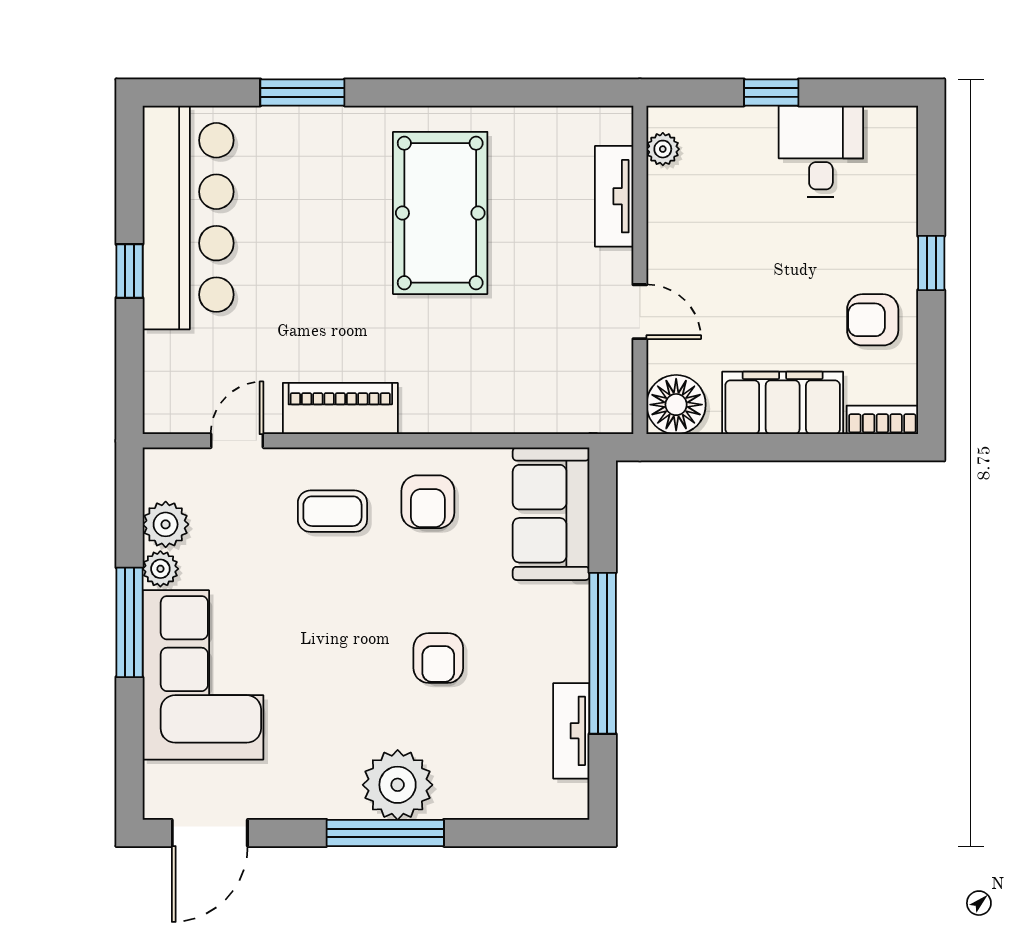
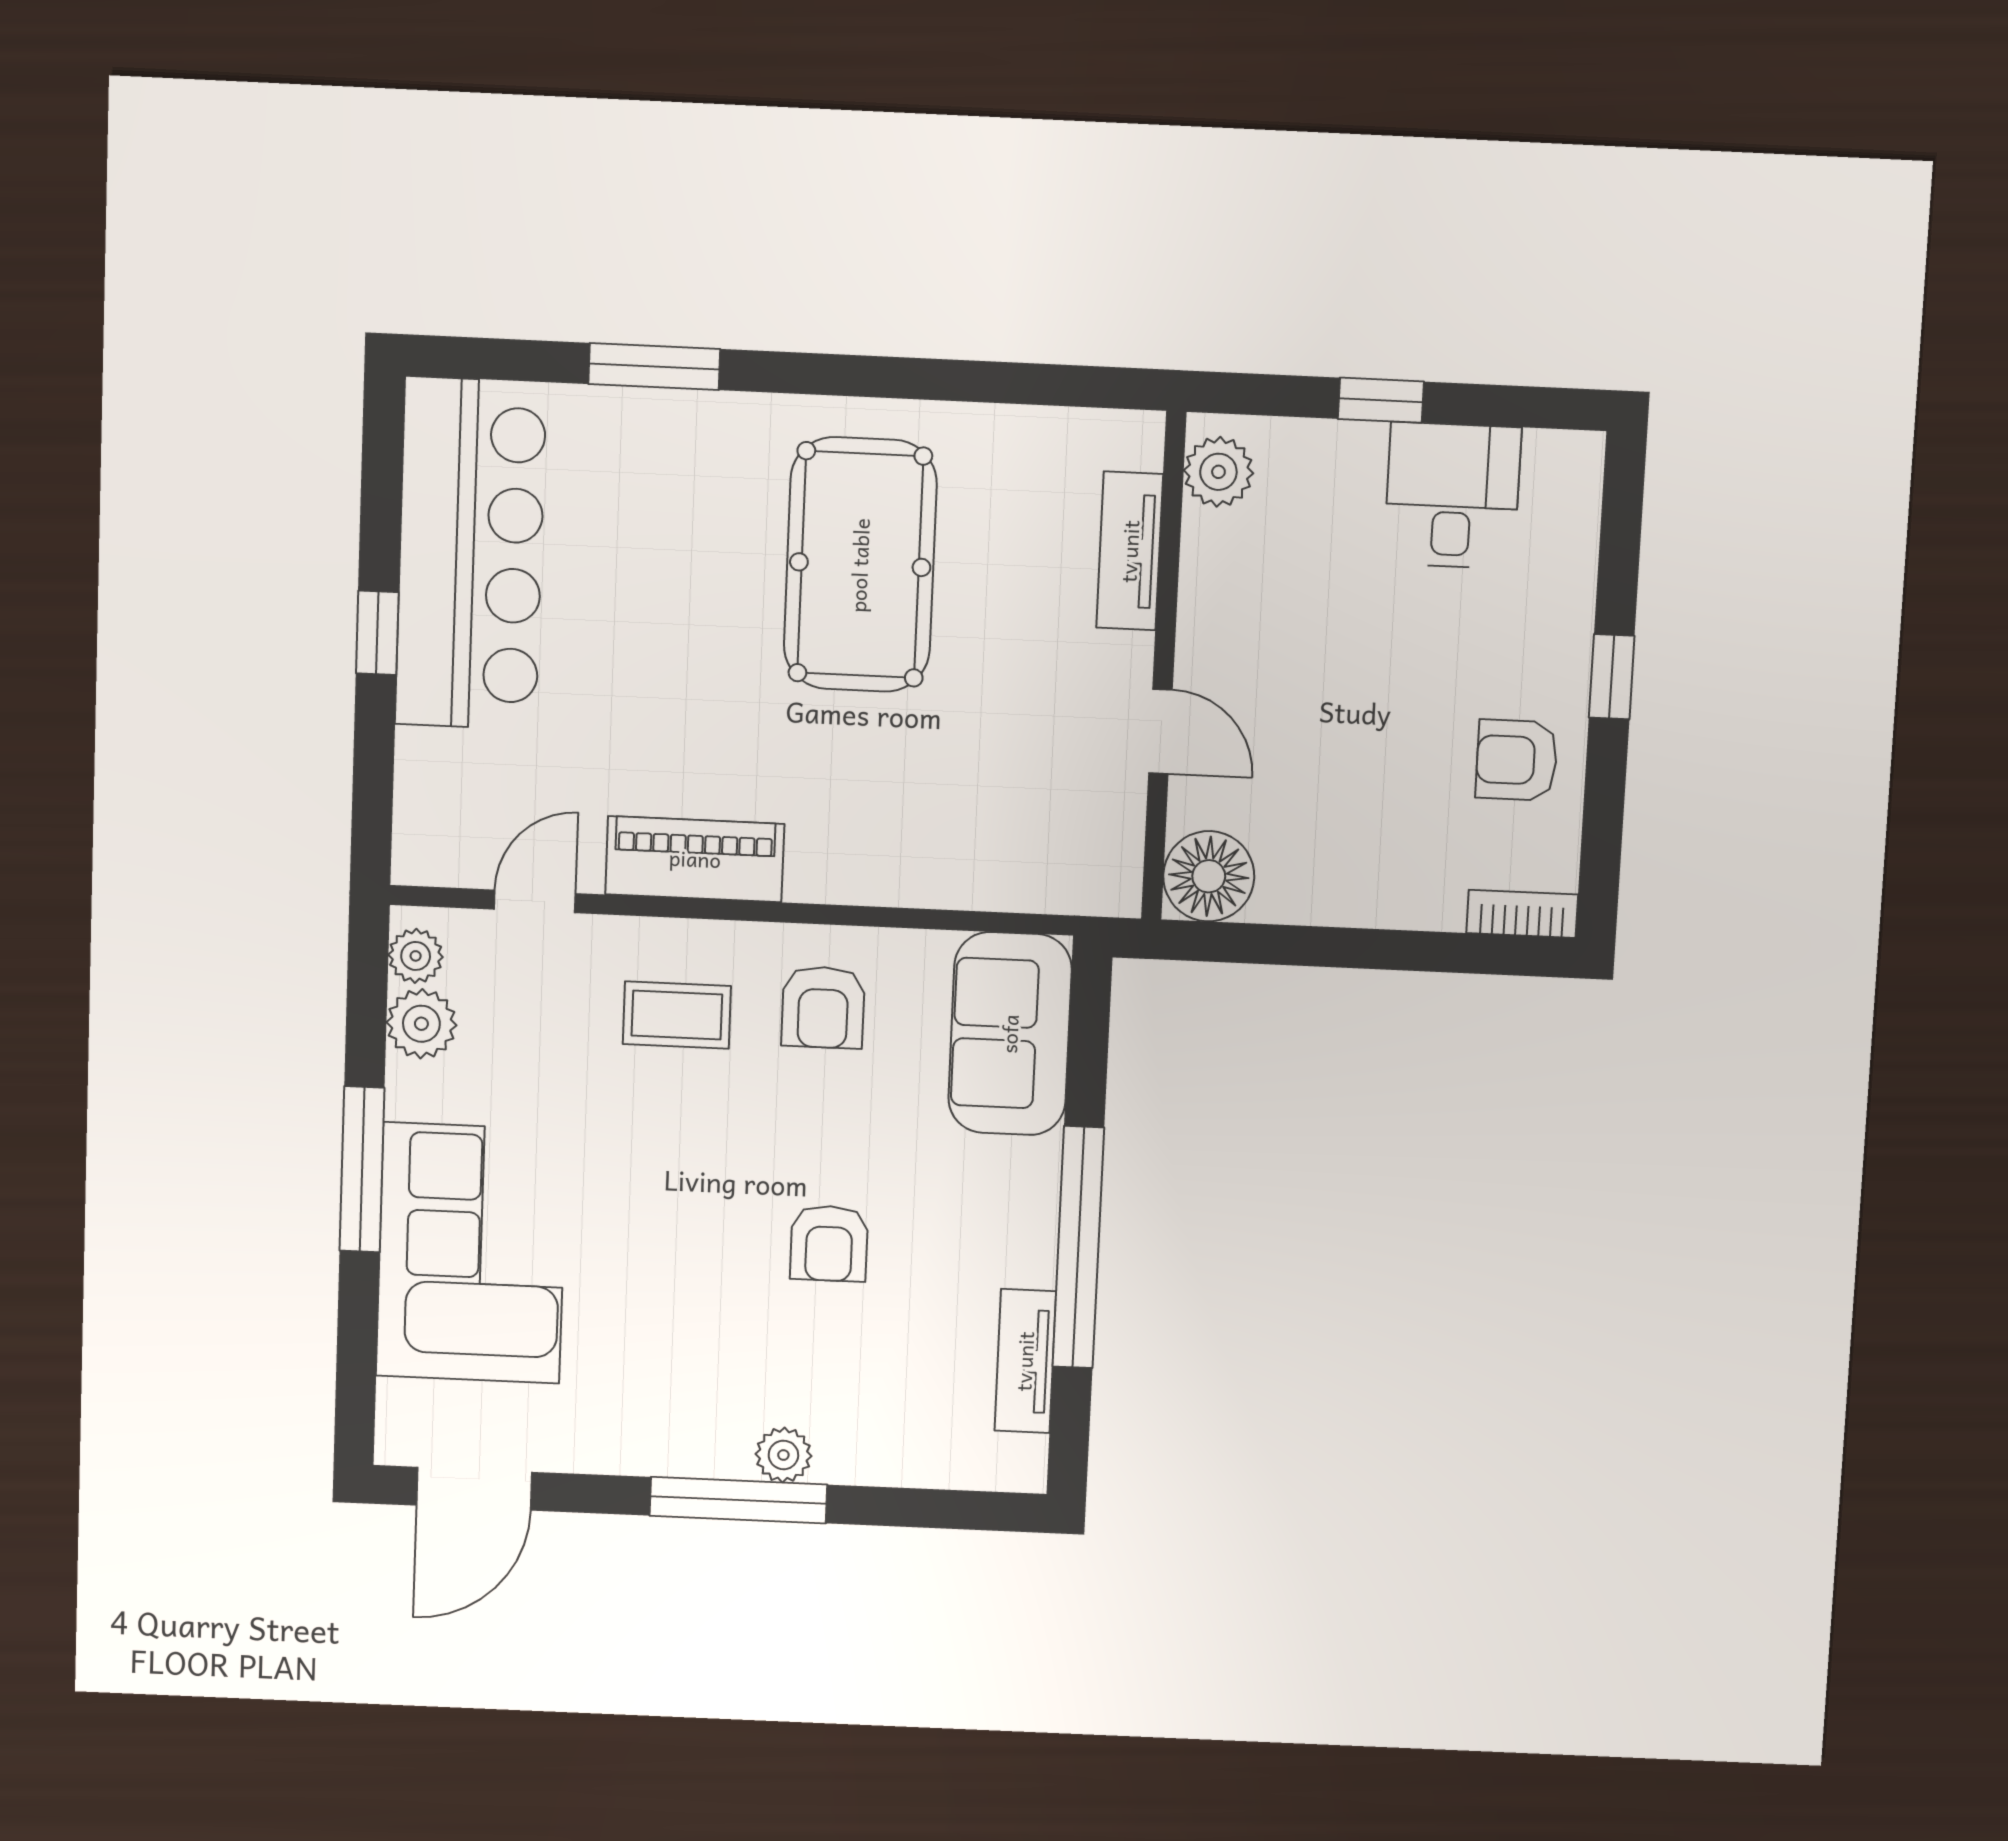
plant: (663, 149) -> (1218, 472), width x1.38, depth x1.38
filing cabinet: (783, 403) -> (1372, 881), removed
plant: (160, 569) -> (416, 956), moved
plant: (398, 785) -> (783, 1455), width x0.53, depth x0.53

